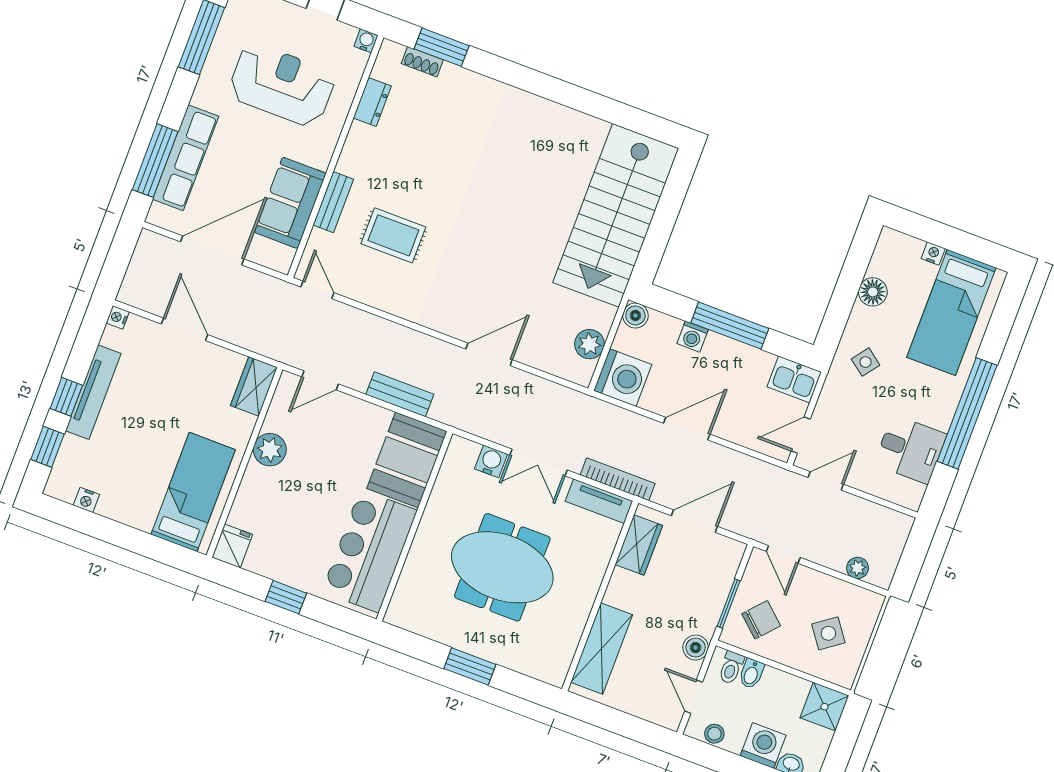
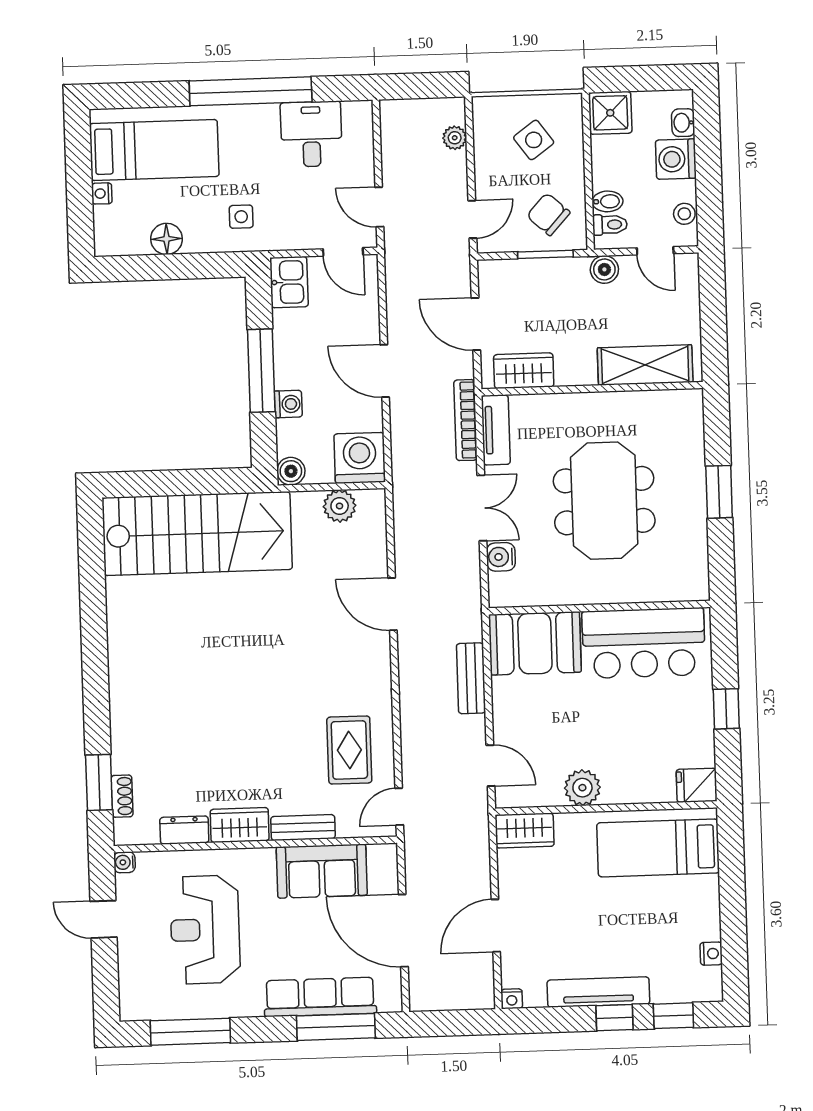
wardrobe: (357, 150) -> (240, 825), added
rug: (393, 235) -> (349, 750), moved
side table: (866, 362) -> (241, 217), turned -37
door: (694, 697) -> (655, 251), hinge flipped

